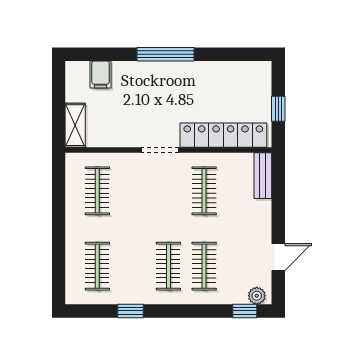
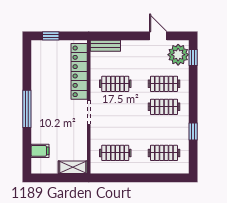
window: (278, 109) -> (51, 36), moved
plant: (257, 296) -> (178, 55), width x1.88, depth x1.88

